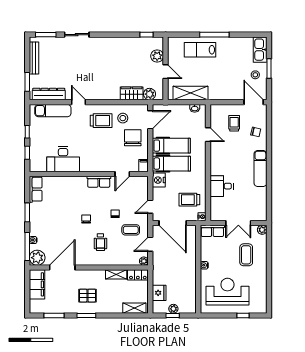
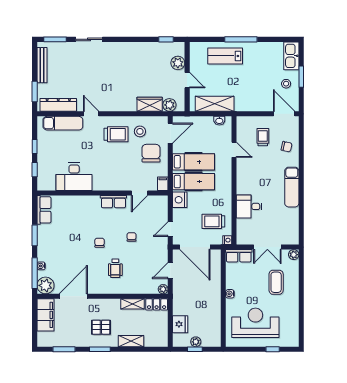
coffee table: (131, 230) -> (149, 255), removed
shelving: (134, 308) -> (131, 341), moved

